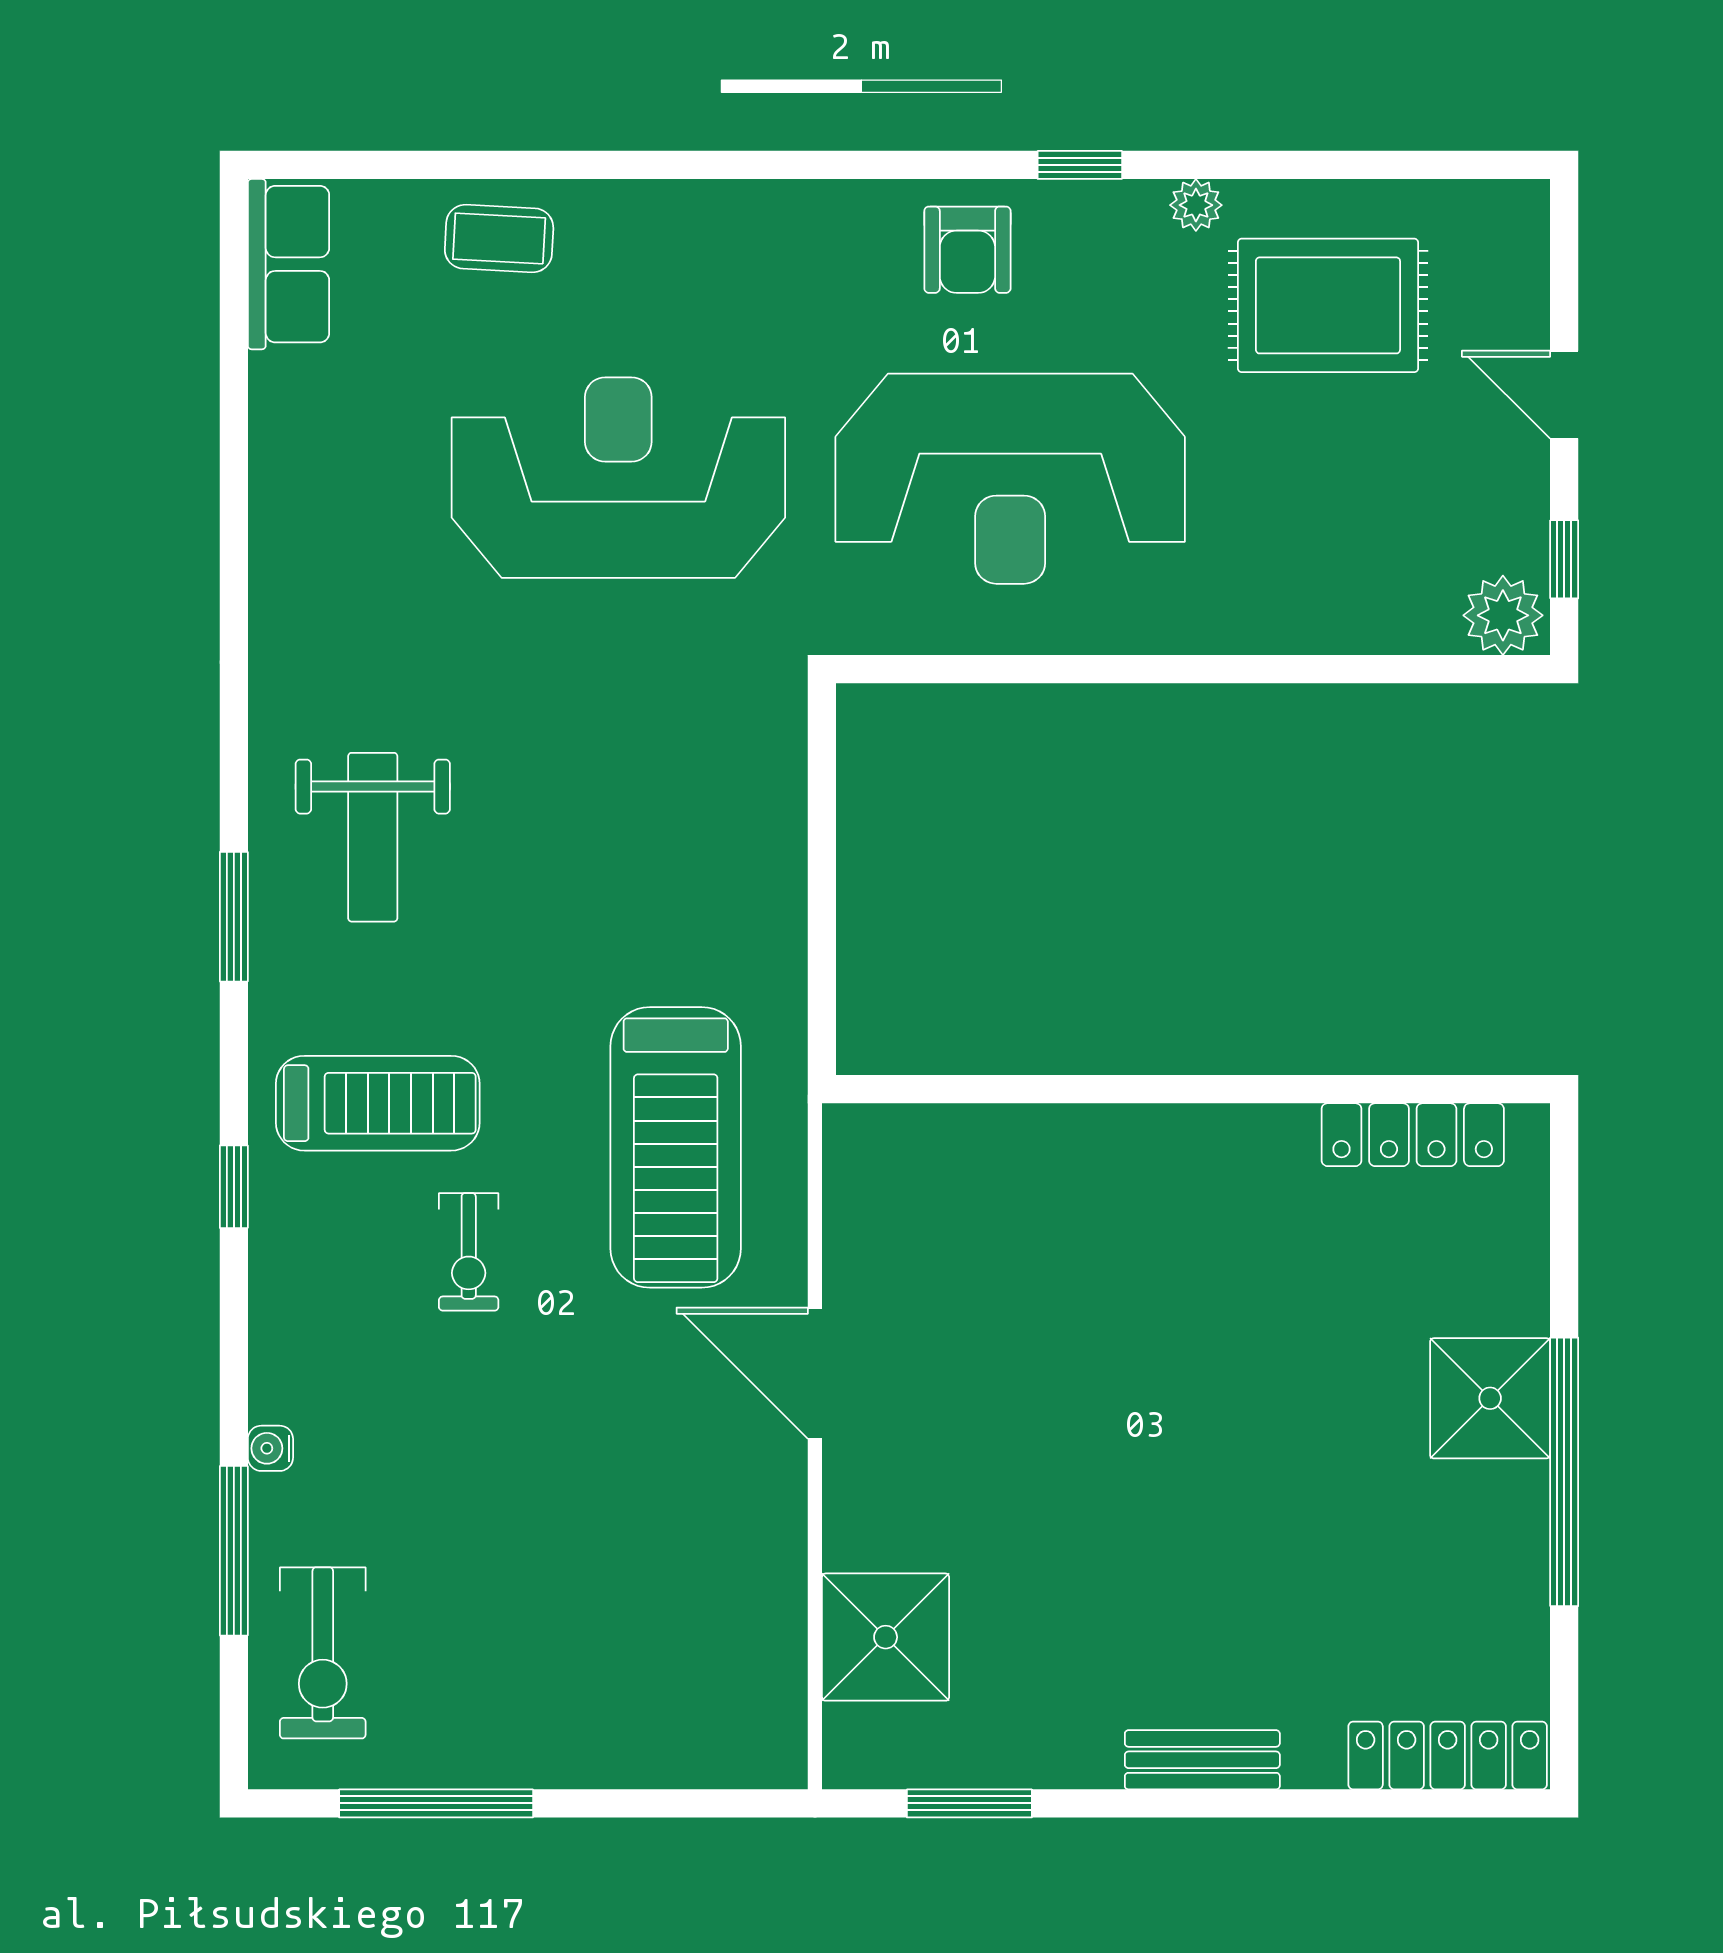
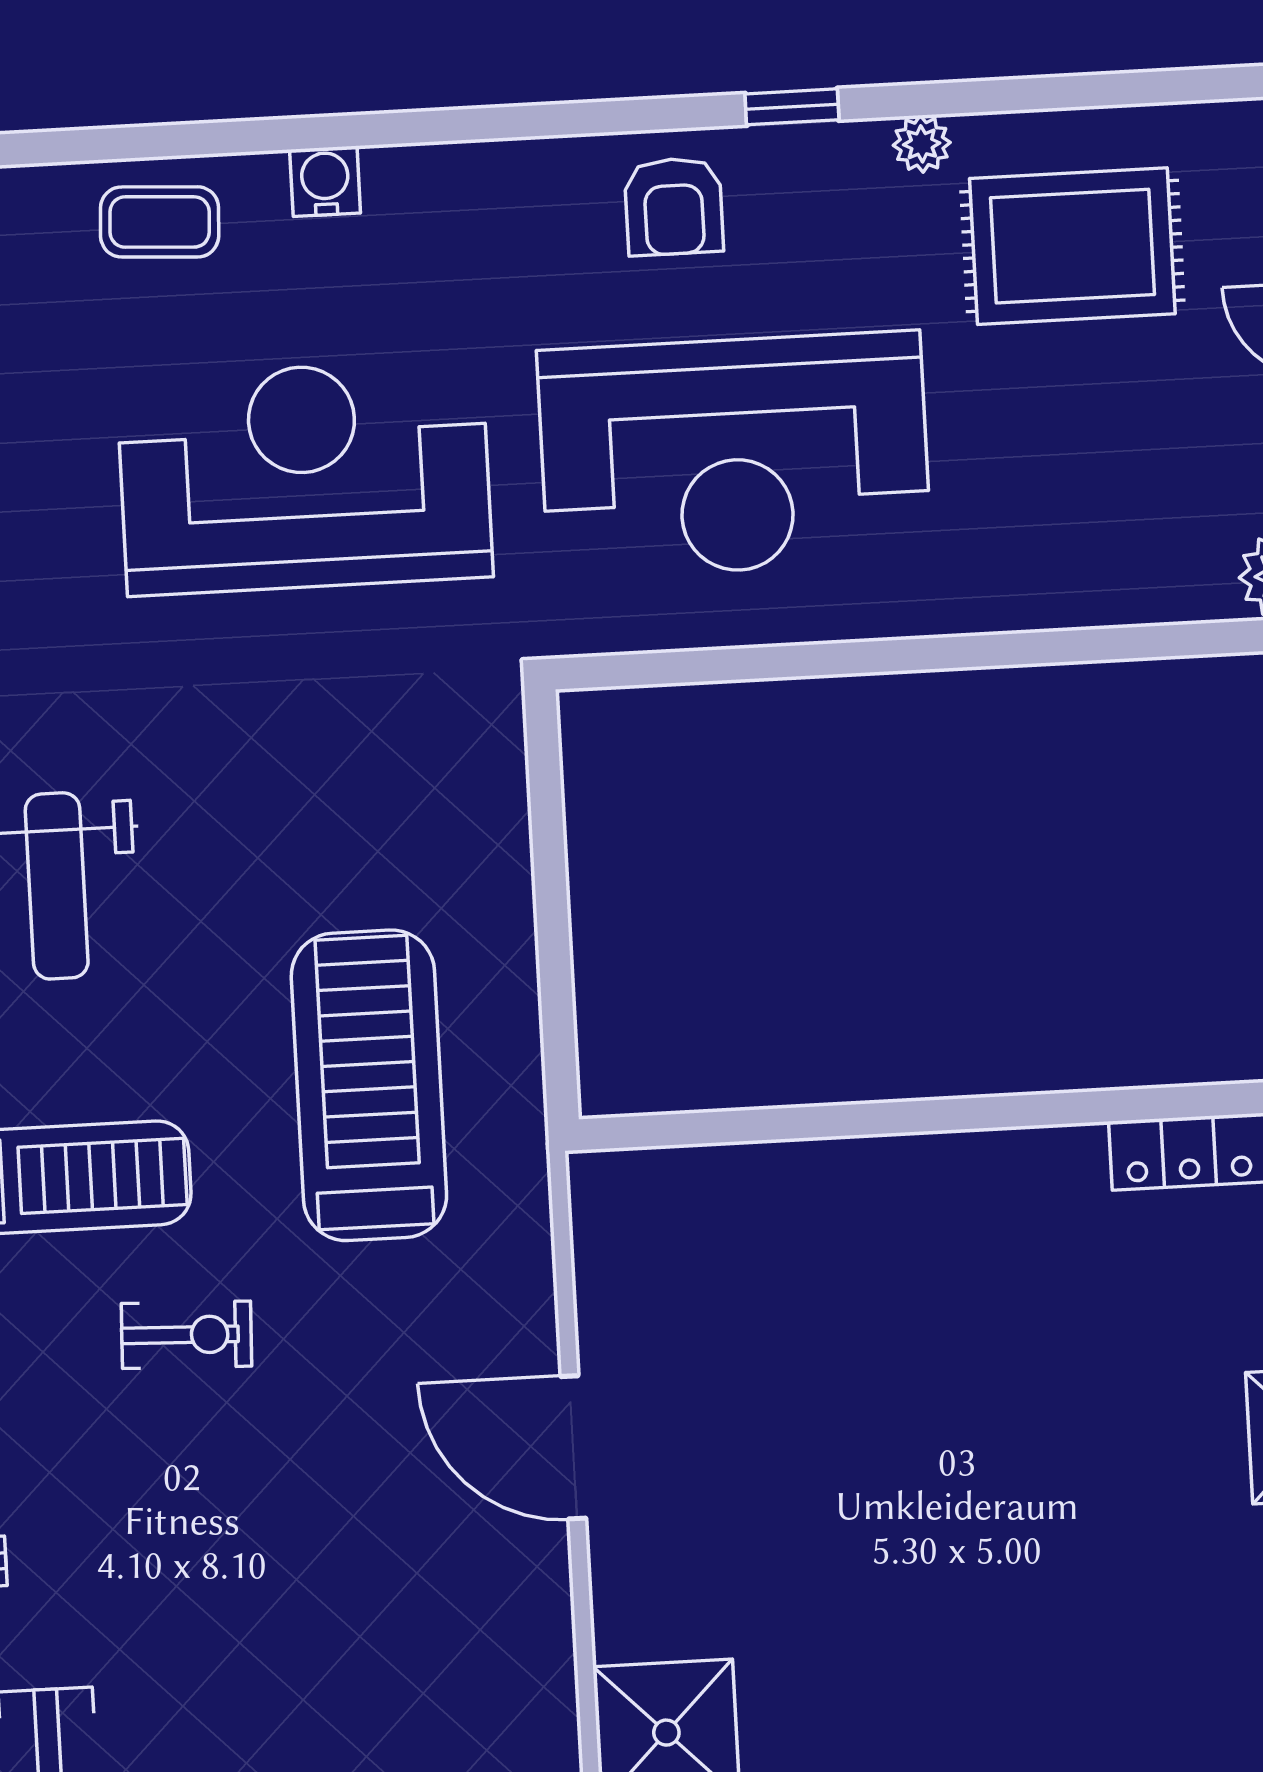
water cooler: (652, 210) -> (325, 181), added
treadmill: (676, 1147) -> (369, 1085), moved, turned 180
exercise bike: (469, 1252) -> (186, 1335), turned -88

